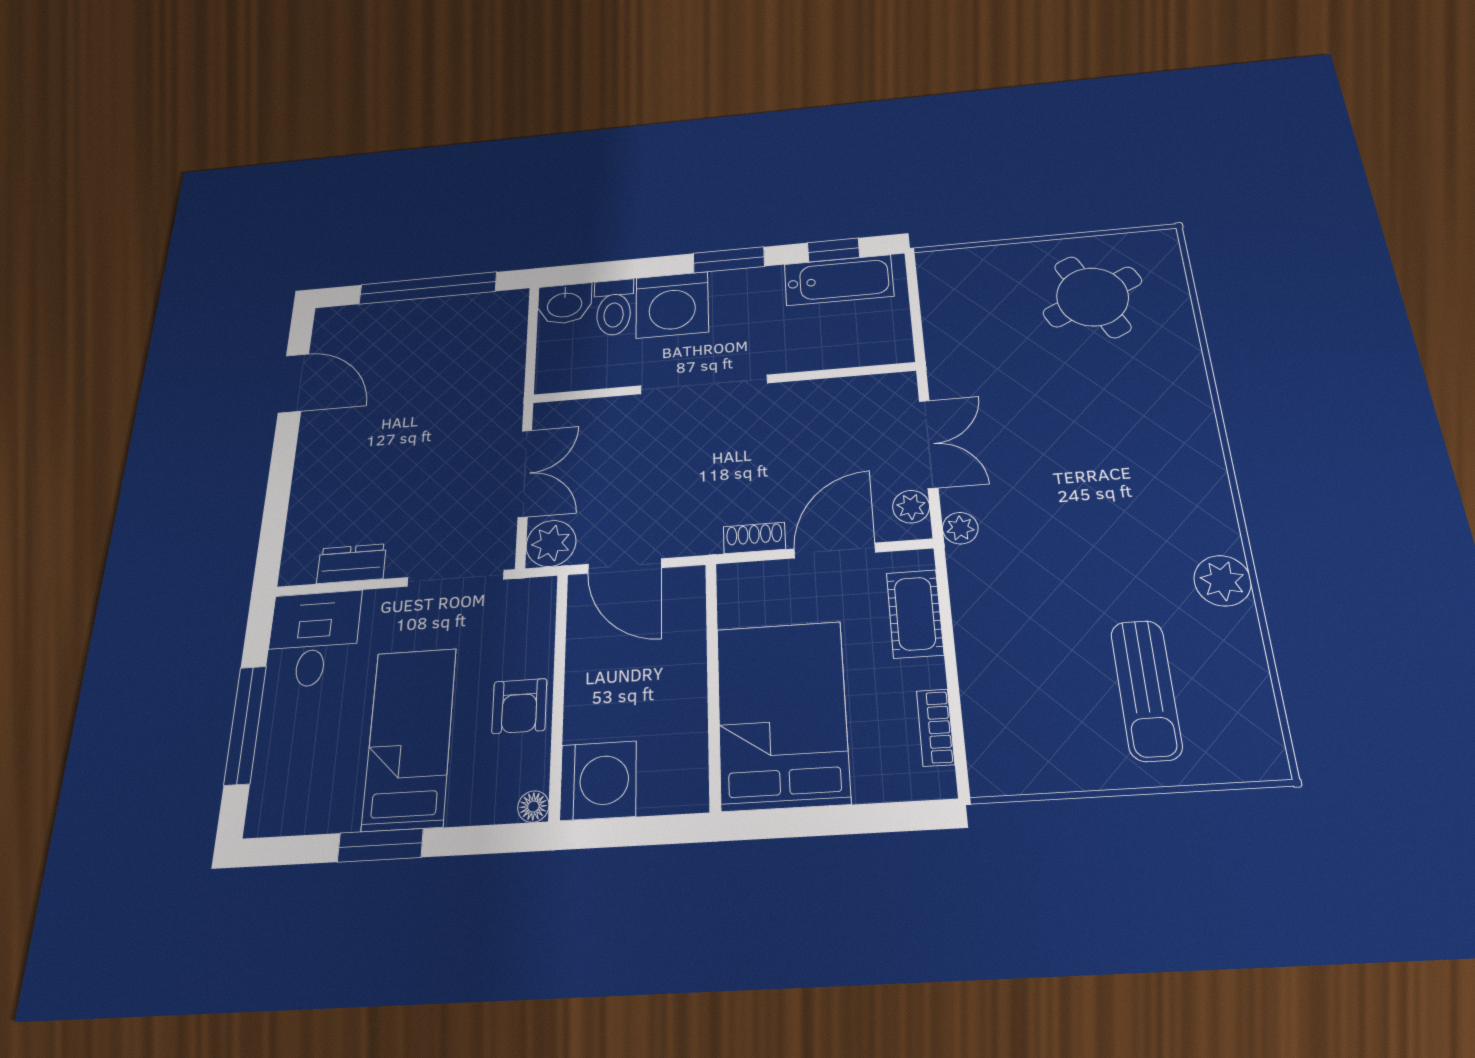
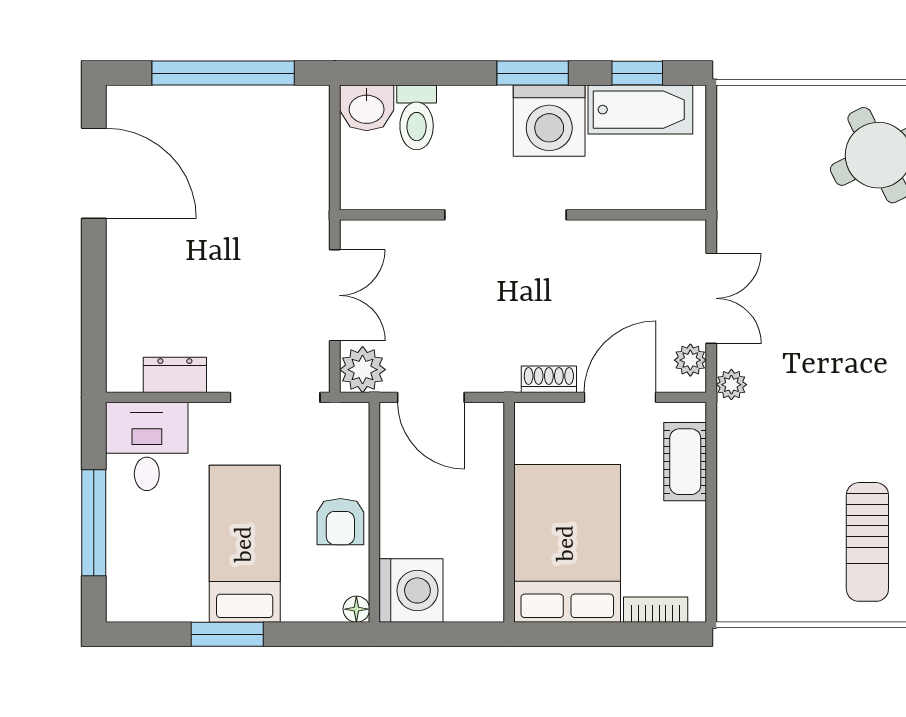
washing machine: (672, 305) -> (549, 121), moved
door: (294, 383) -> (94, 173), width x1.36
bookcase: (935, 727) -> (656, 610), moved, turned 90

